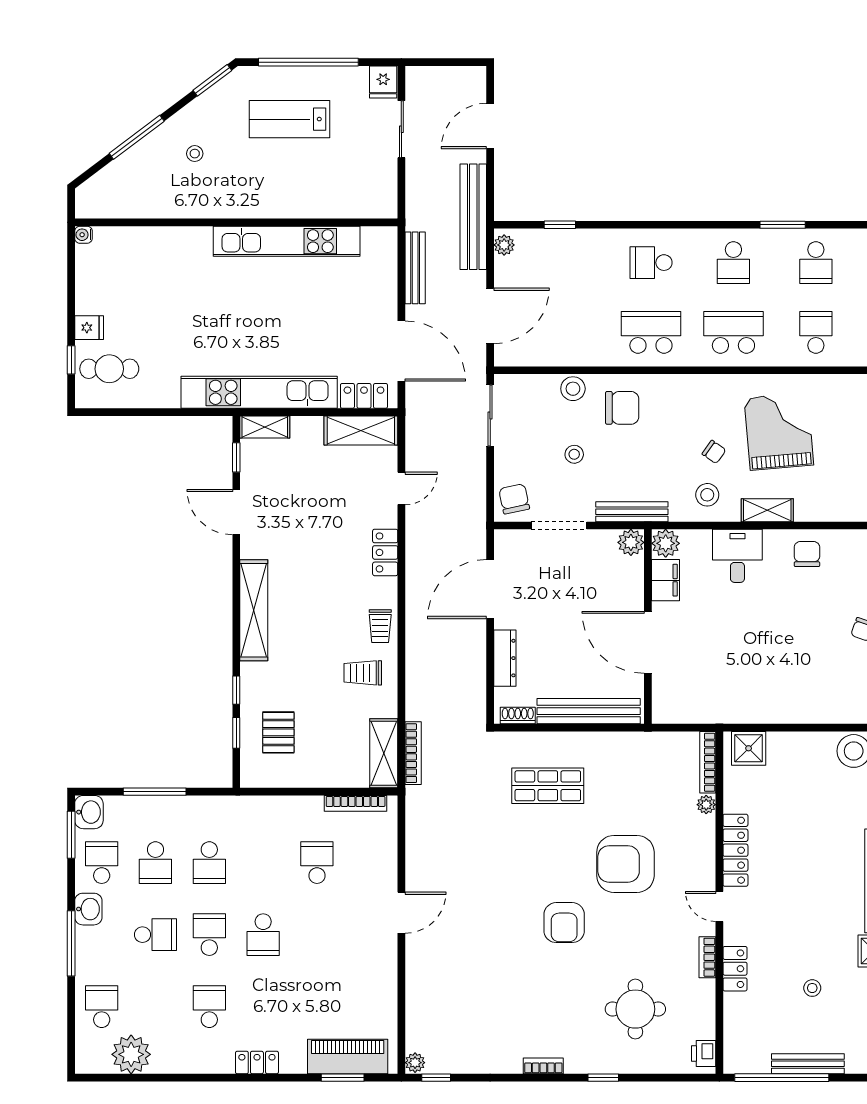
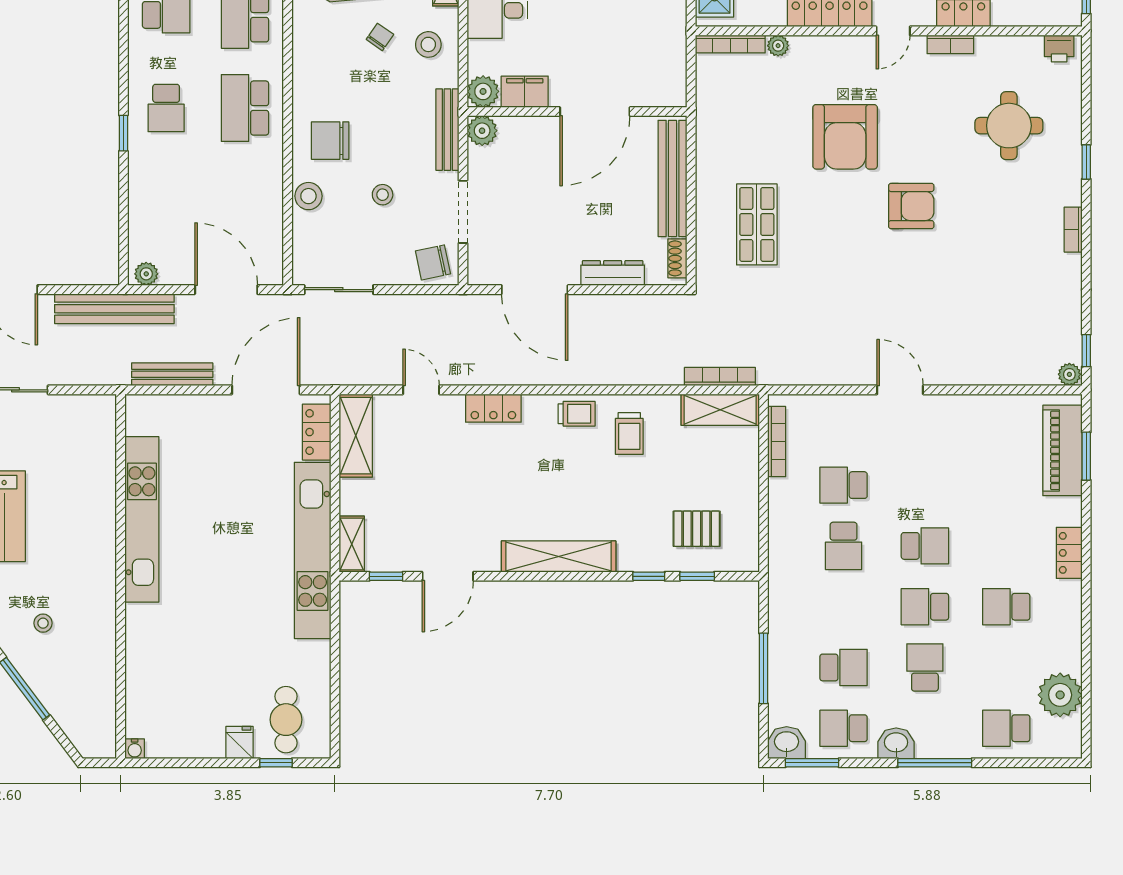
window: (560, 225) -> (123, 133), moved
chair: (622, 408) -> (330, 141), turned -90
school desk: (209, 863) -> (844, 546), moved, turned 90

